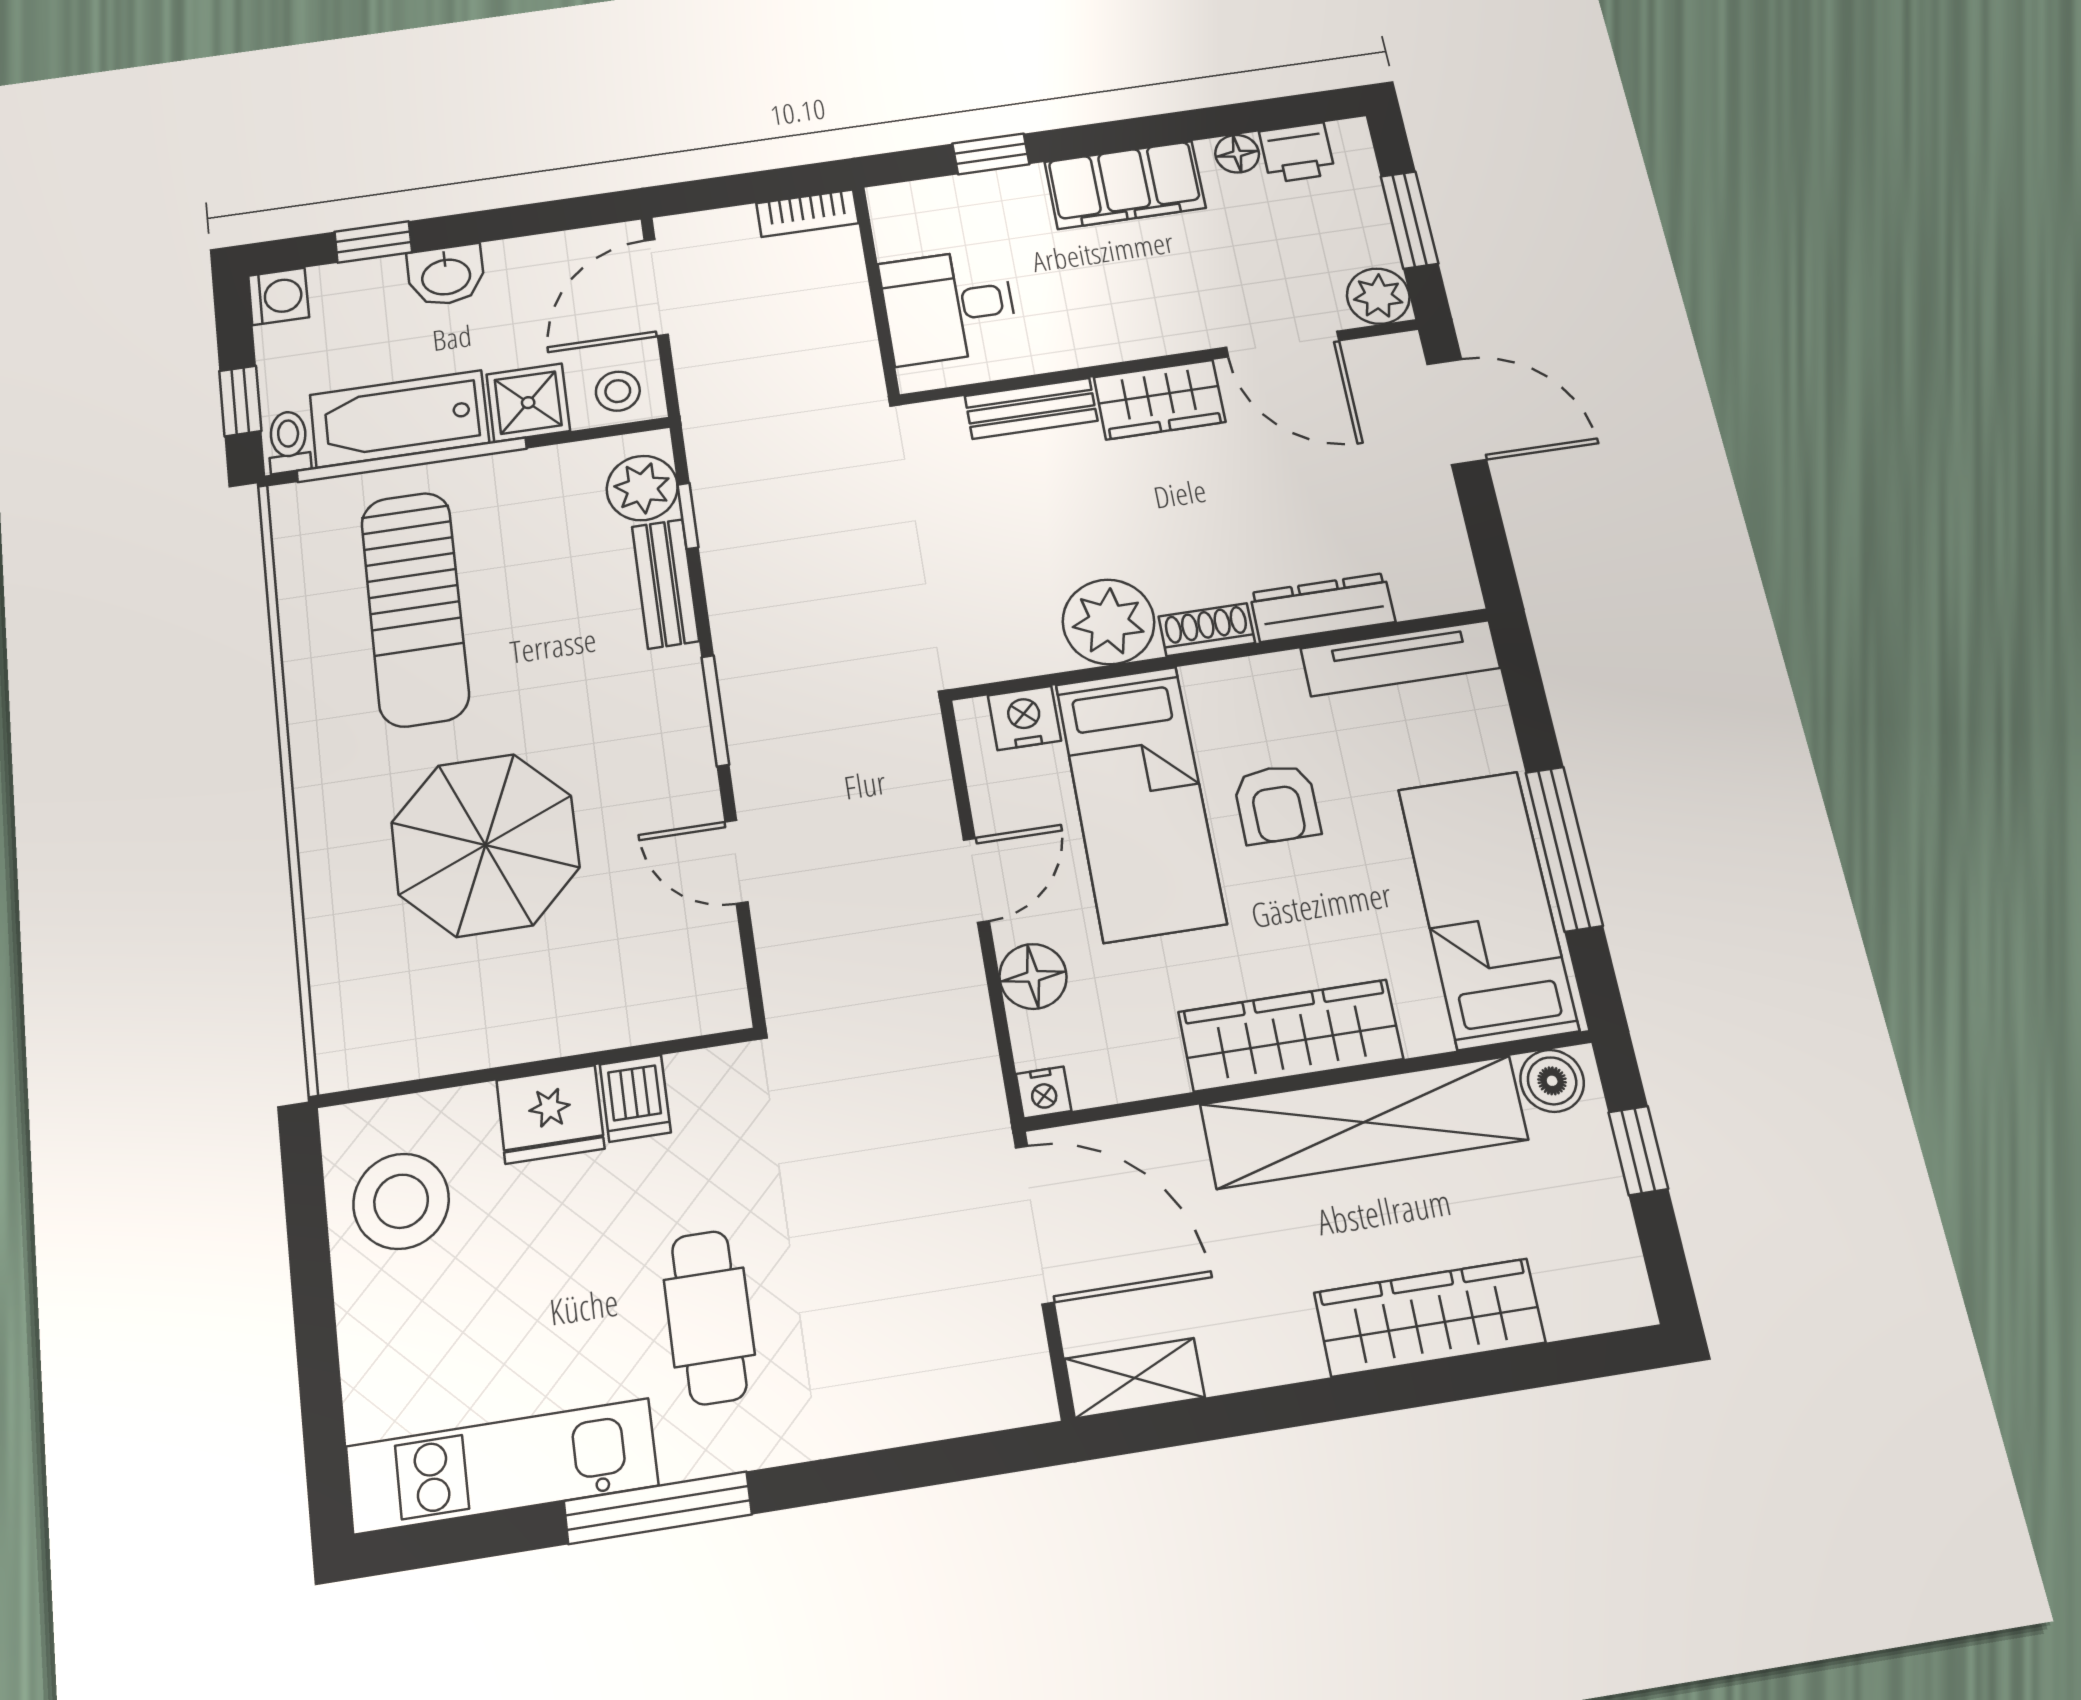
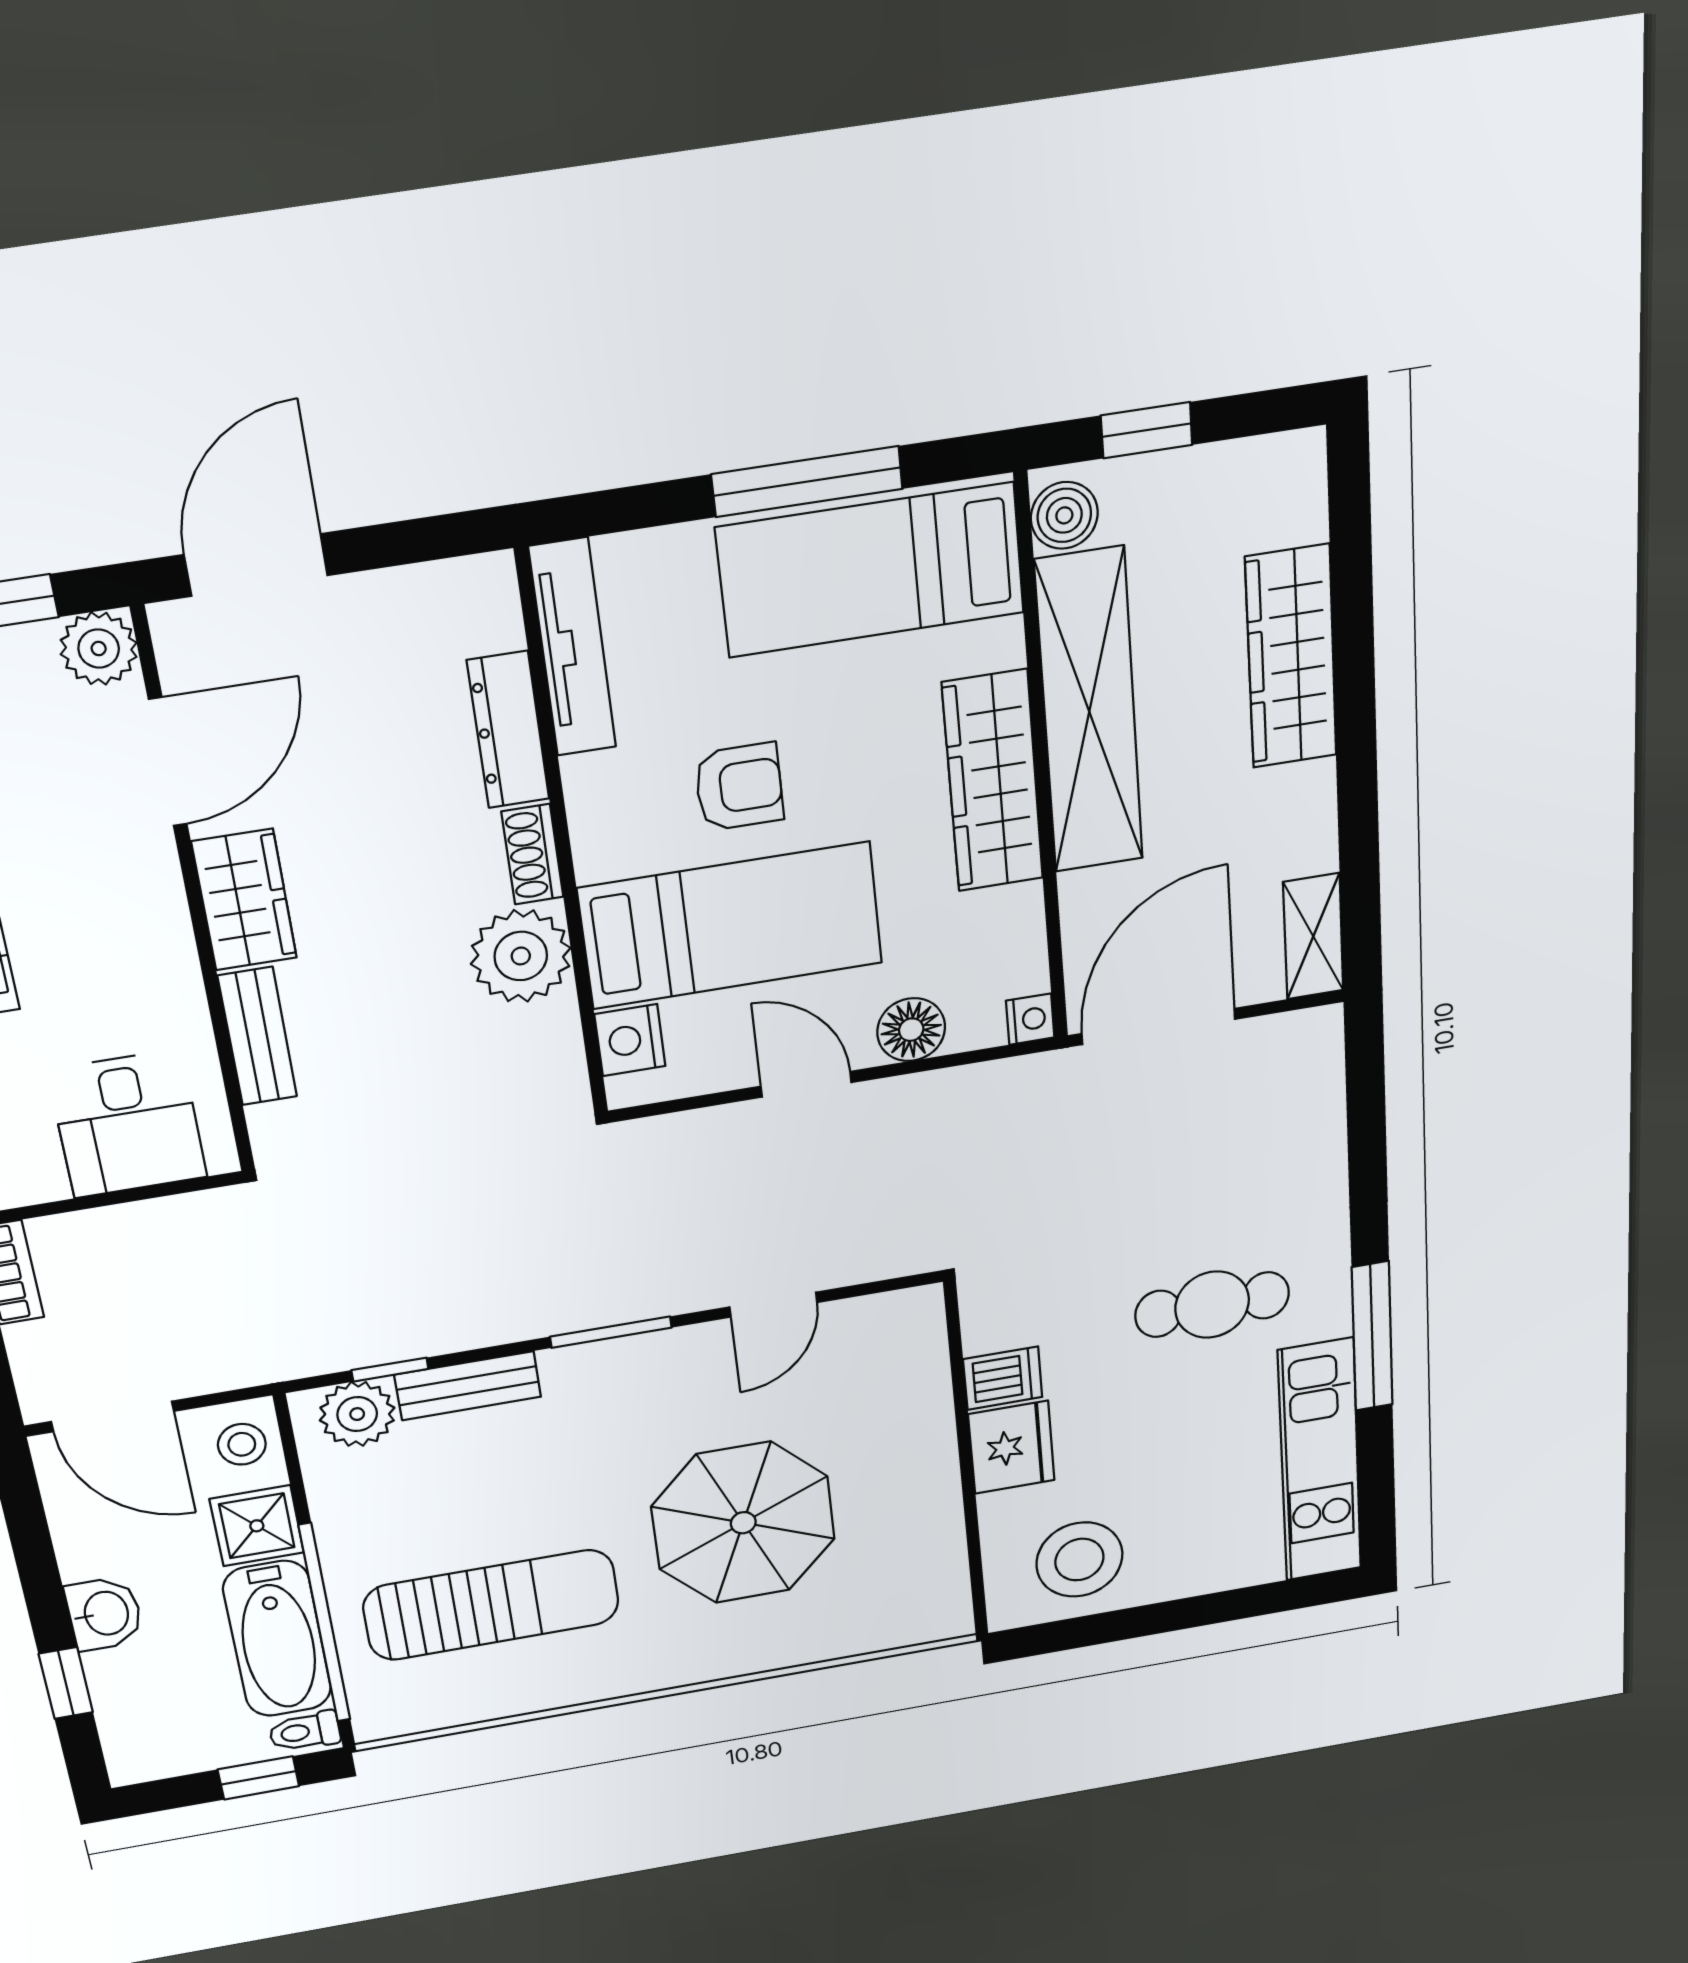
washing machine: (279, 296) -> (135, 1759), removed

